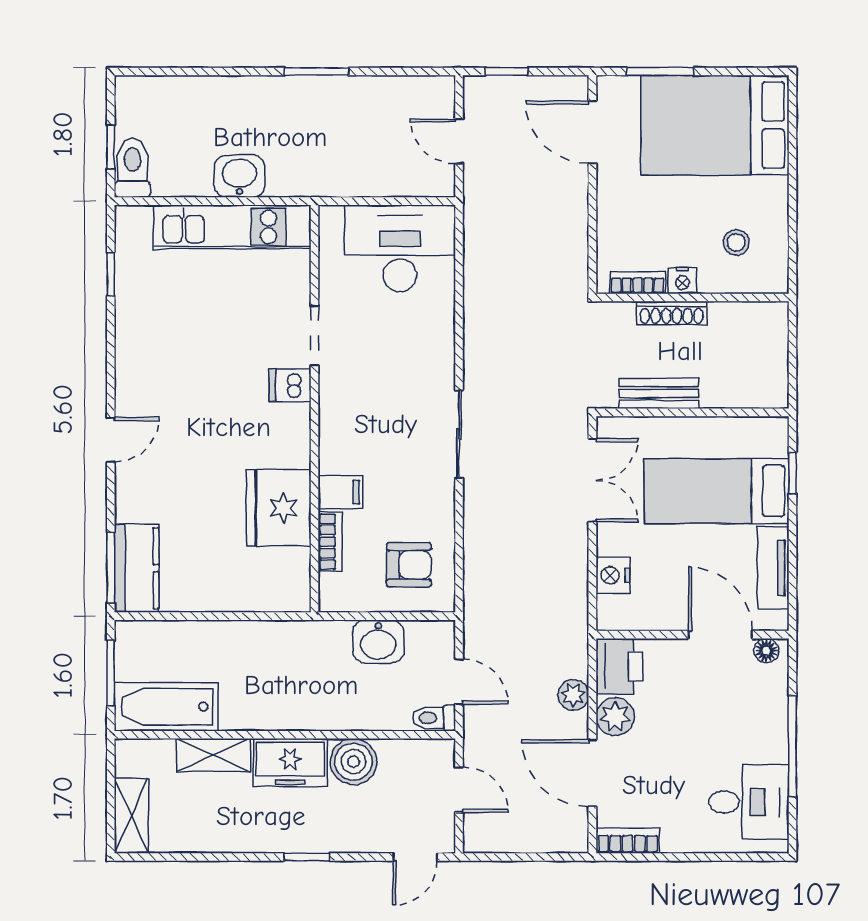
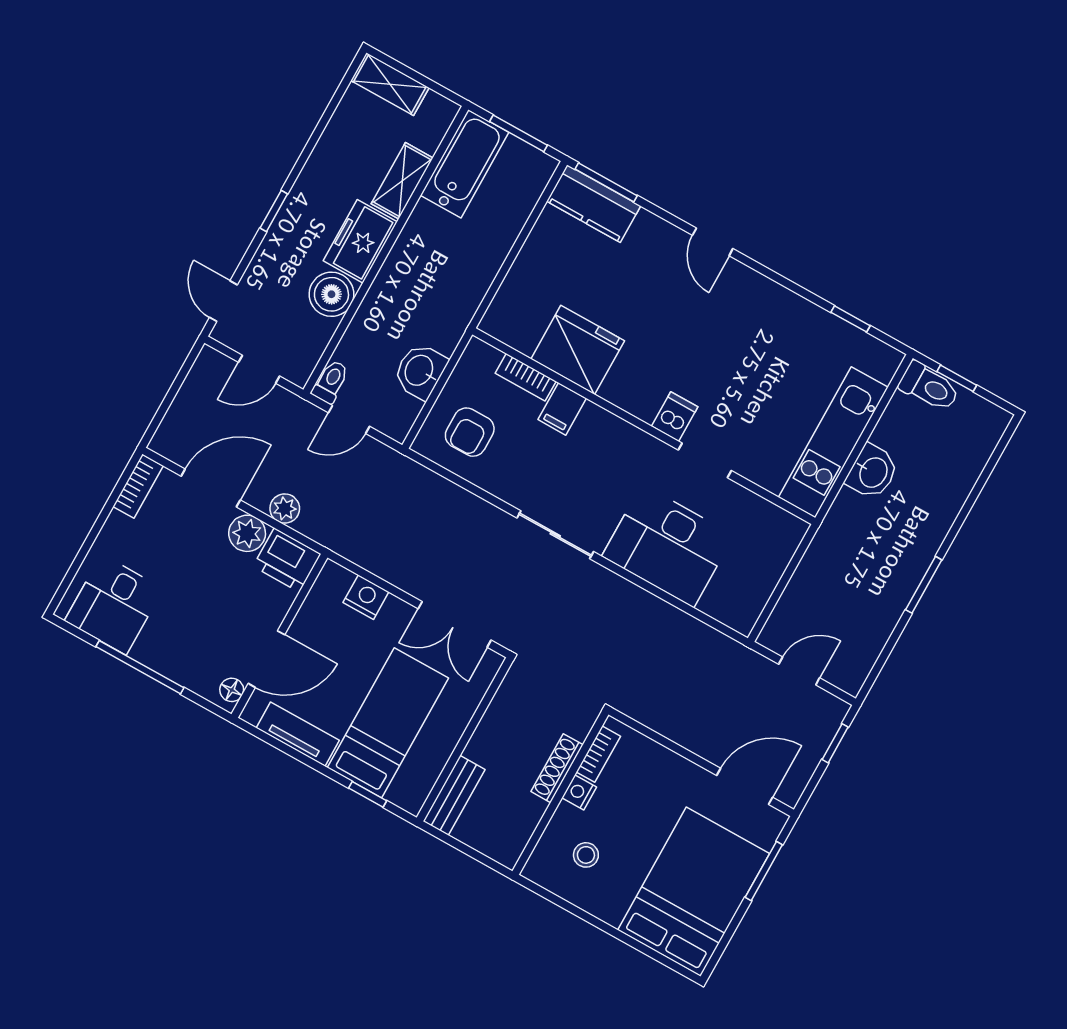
desk: (400, 248) -> (668, 546), moved, turned 90
bench: (659, 394) -> (454, 795), moved

